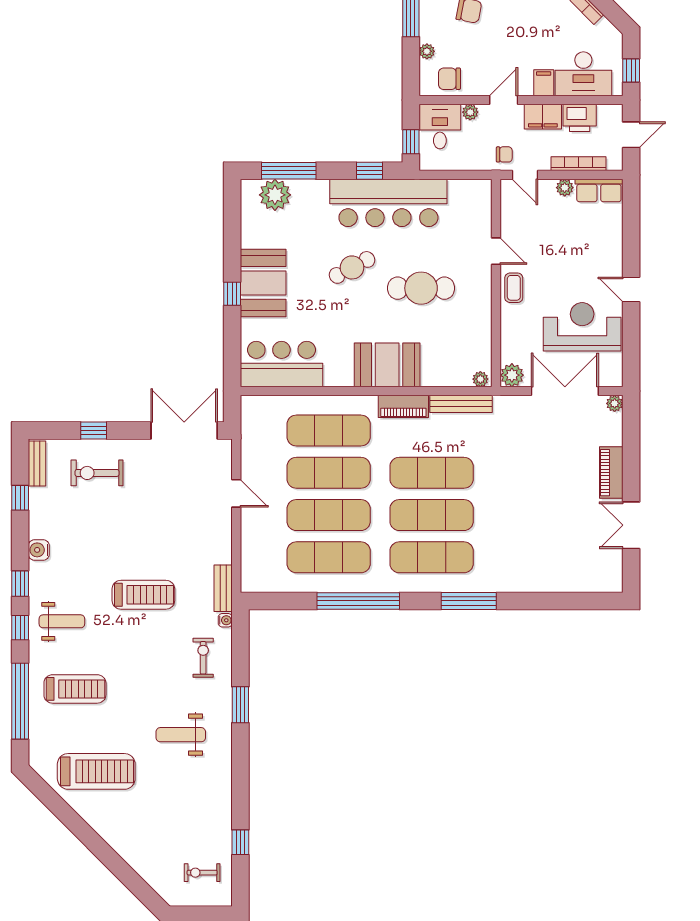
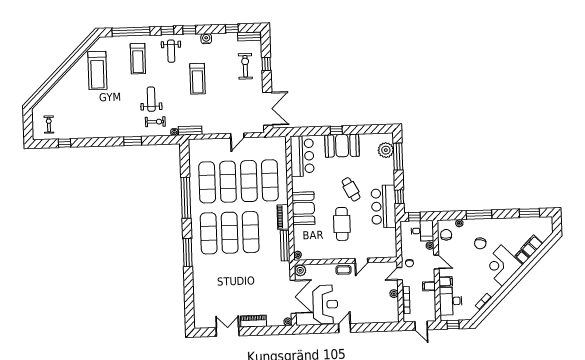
filing cabinet: (543, 117) -> (429, 286), width x0.50
printer: (580, 118) -> (429, 300), removed
row of seats: (599, 190) -> (393, 311), removed
bar counter: (388, 203) -> (384, 206), width x0.73
treadmill: (143, 595) -> (197, 79), moved
weight bench: (181, 735) -> (151, 99), moved

